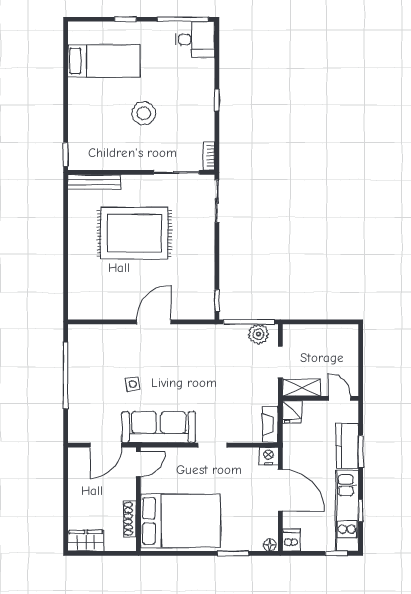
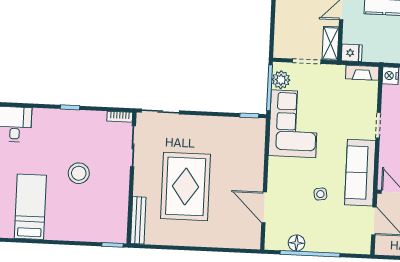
door: (154, 322) -> (264, 207), moved
corner sofa: (210, 350) -> (293, 124), added
floor lamp: (77, 360) -> (296, 243), added

